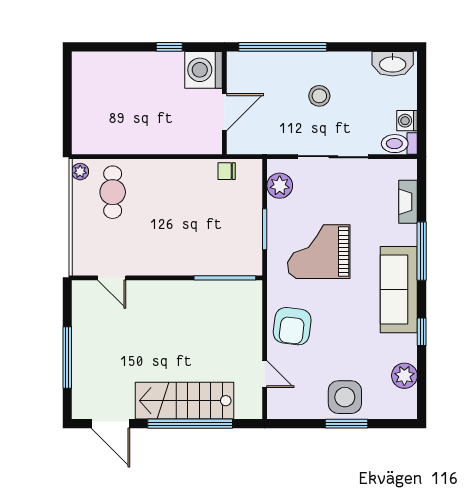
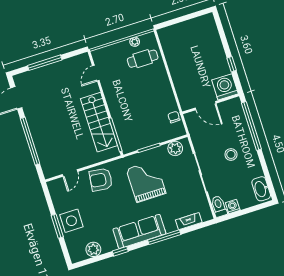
plant: (80, 172) -> (135, 42), moved
stairs: (184, 401) -> (99, 122), moved, turned 180

